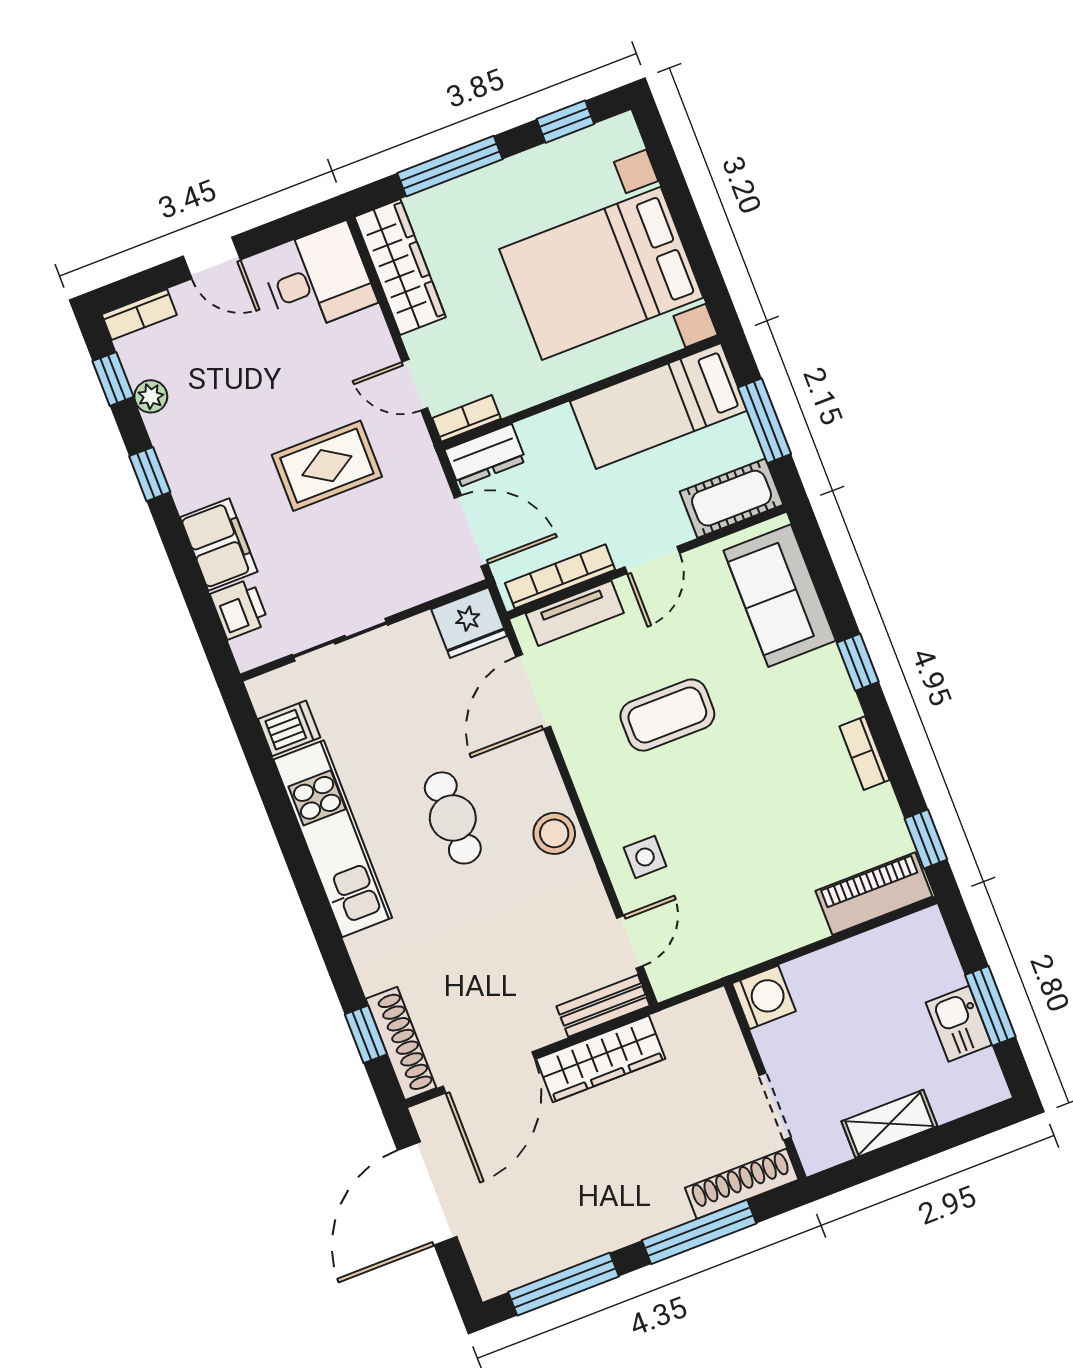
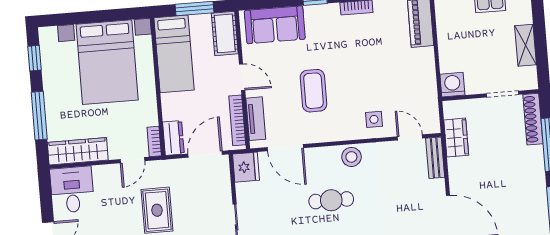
wardrobe: (601, 1059) -> (456, 138), moved, width x0.67

